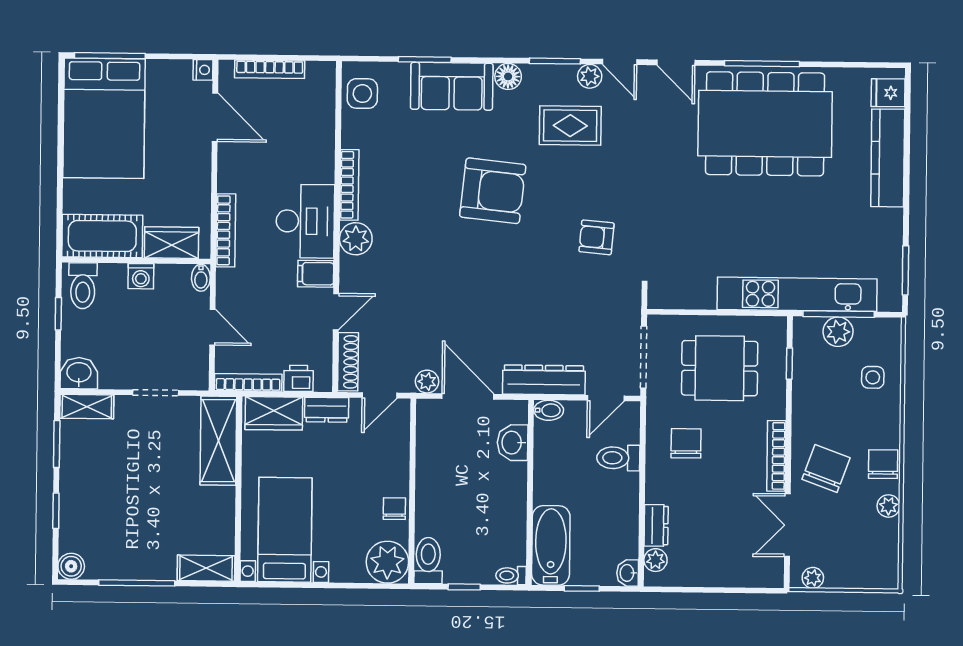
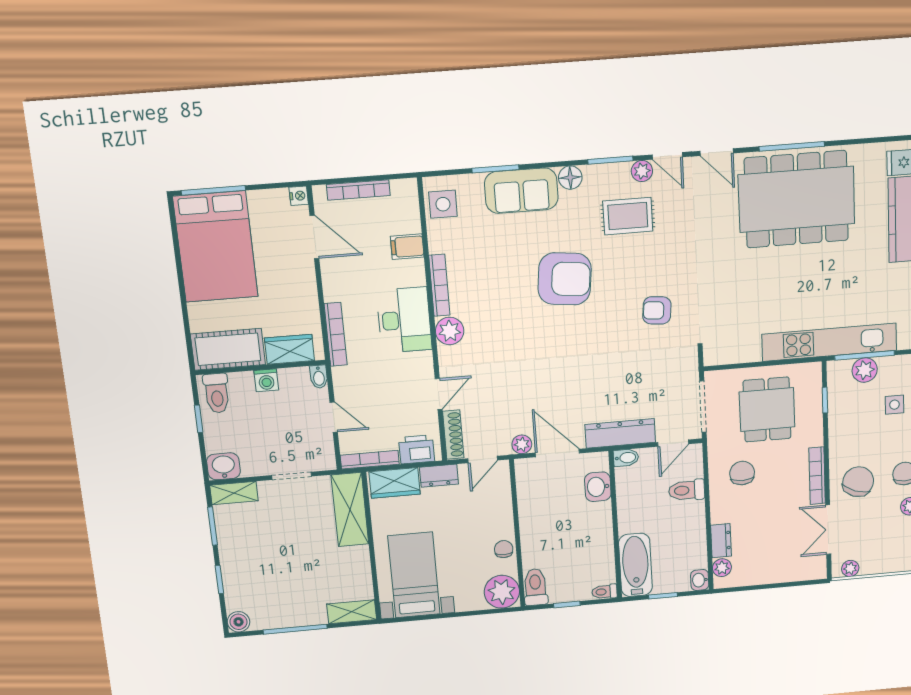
filing cabinet: (316, 274) -> (407, 247), moved
dining table: (720, 368) -> (767, 410), turned 90
printer: (298, 378) -> (417, 449), width x1.36, depth x1.24

